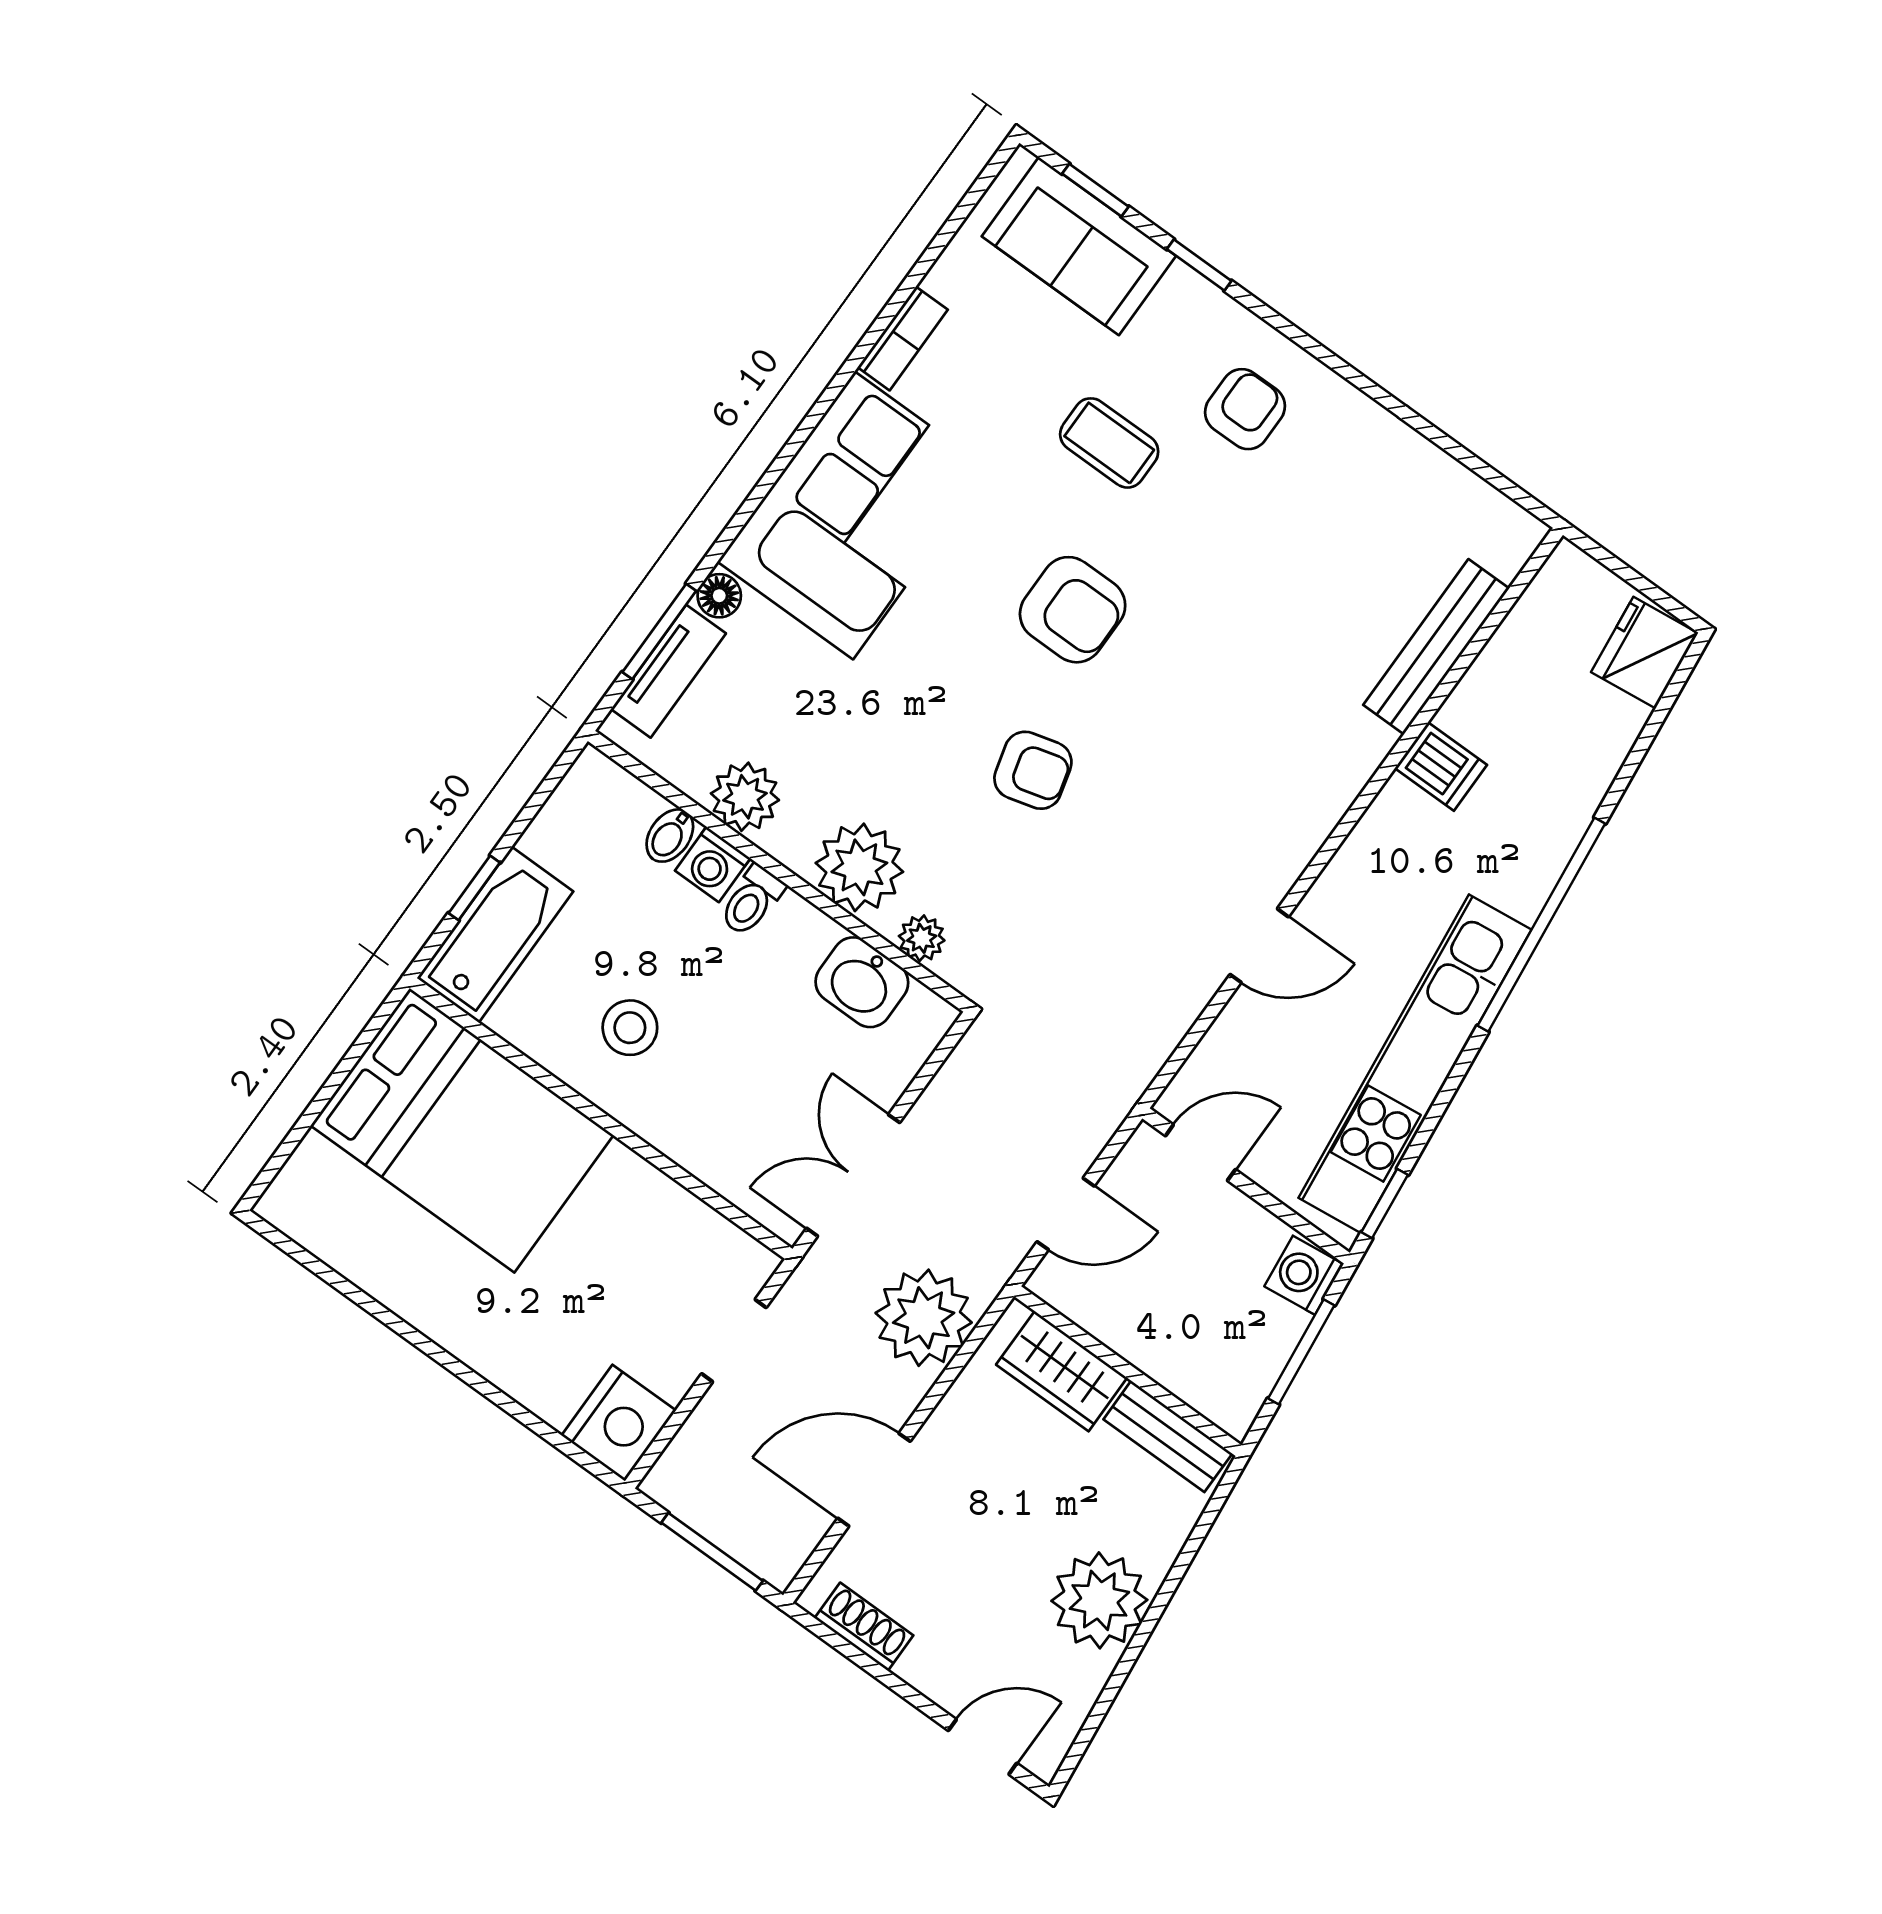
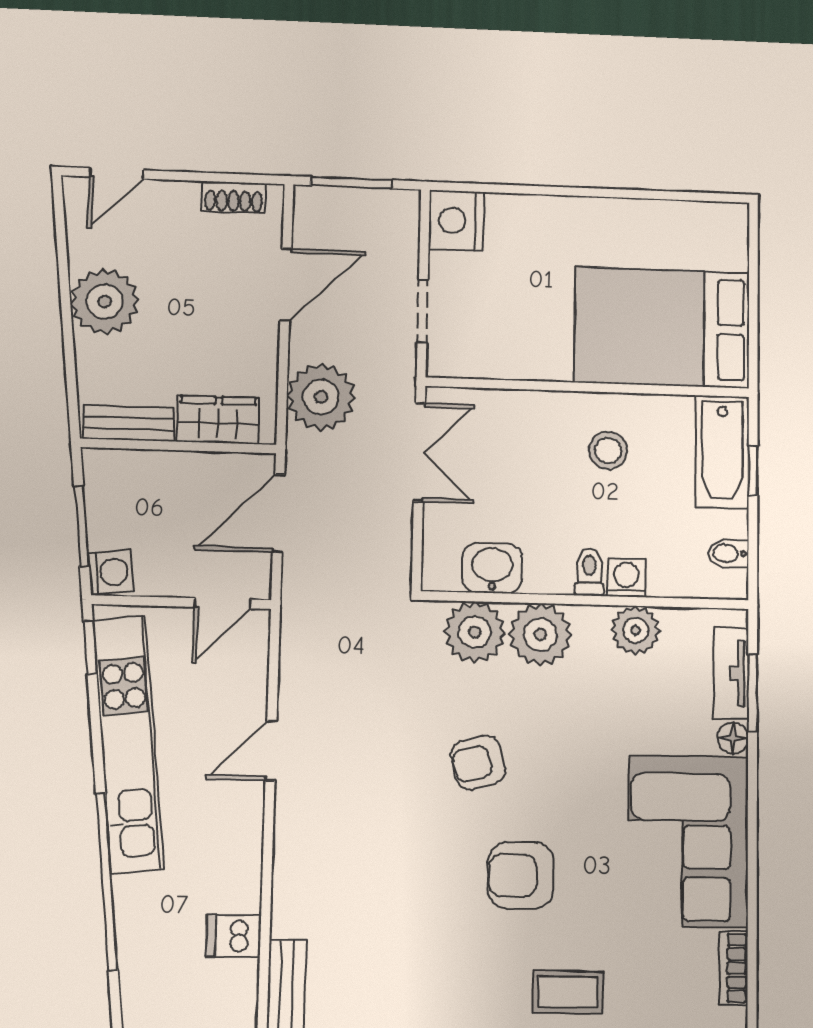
bidet: (670, 836) -> (728, 553), moved, turned -90
plant: (922, 938) -> (475, 632), width x1.87, depth x1.87
door: (1066, 1214) -> (278, 513), width x1.38

